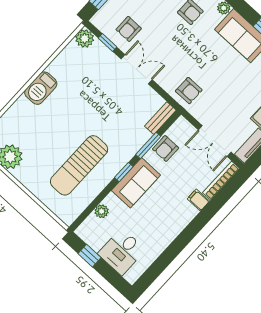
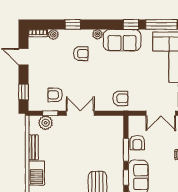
armchair: (129, 29) -> (55, 95), turned 90
plant: (85, 38) -> (46, 123), moved
bench: (160, 118) -> (33, 147), moved

